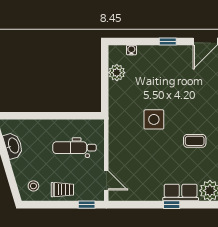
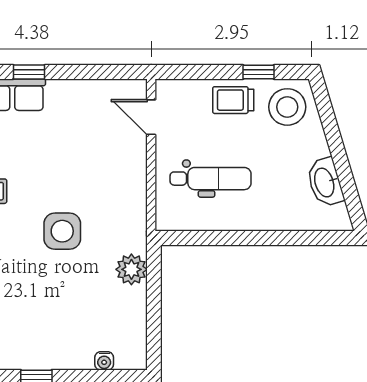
plant: (117, 73) -> (131, 269), moved
stool: (33, 186) -> (287, 107), width x1.89, depth x1.89
window: (87, 205) -> (258, 72), moved

